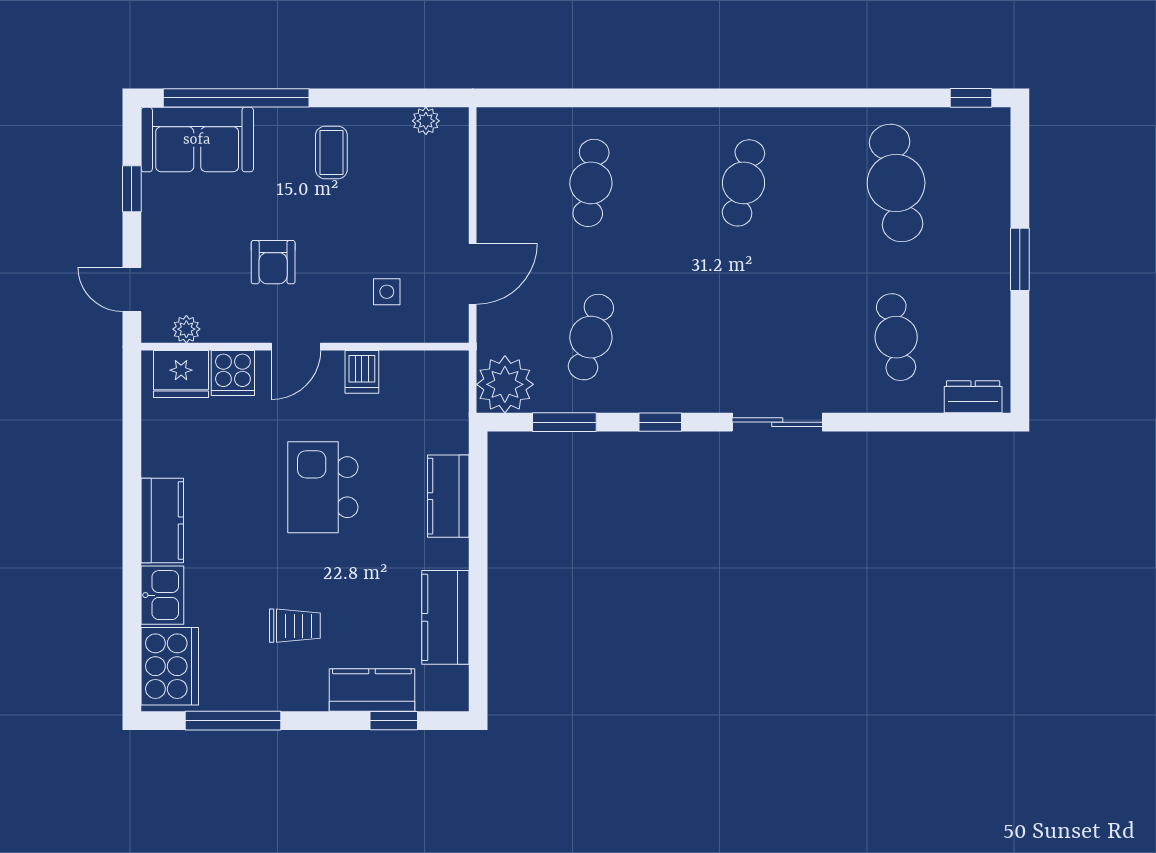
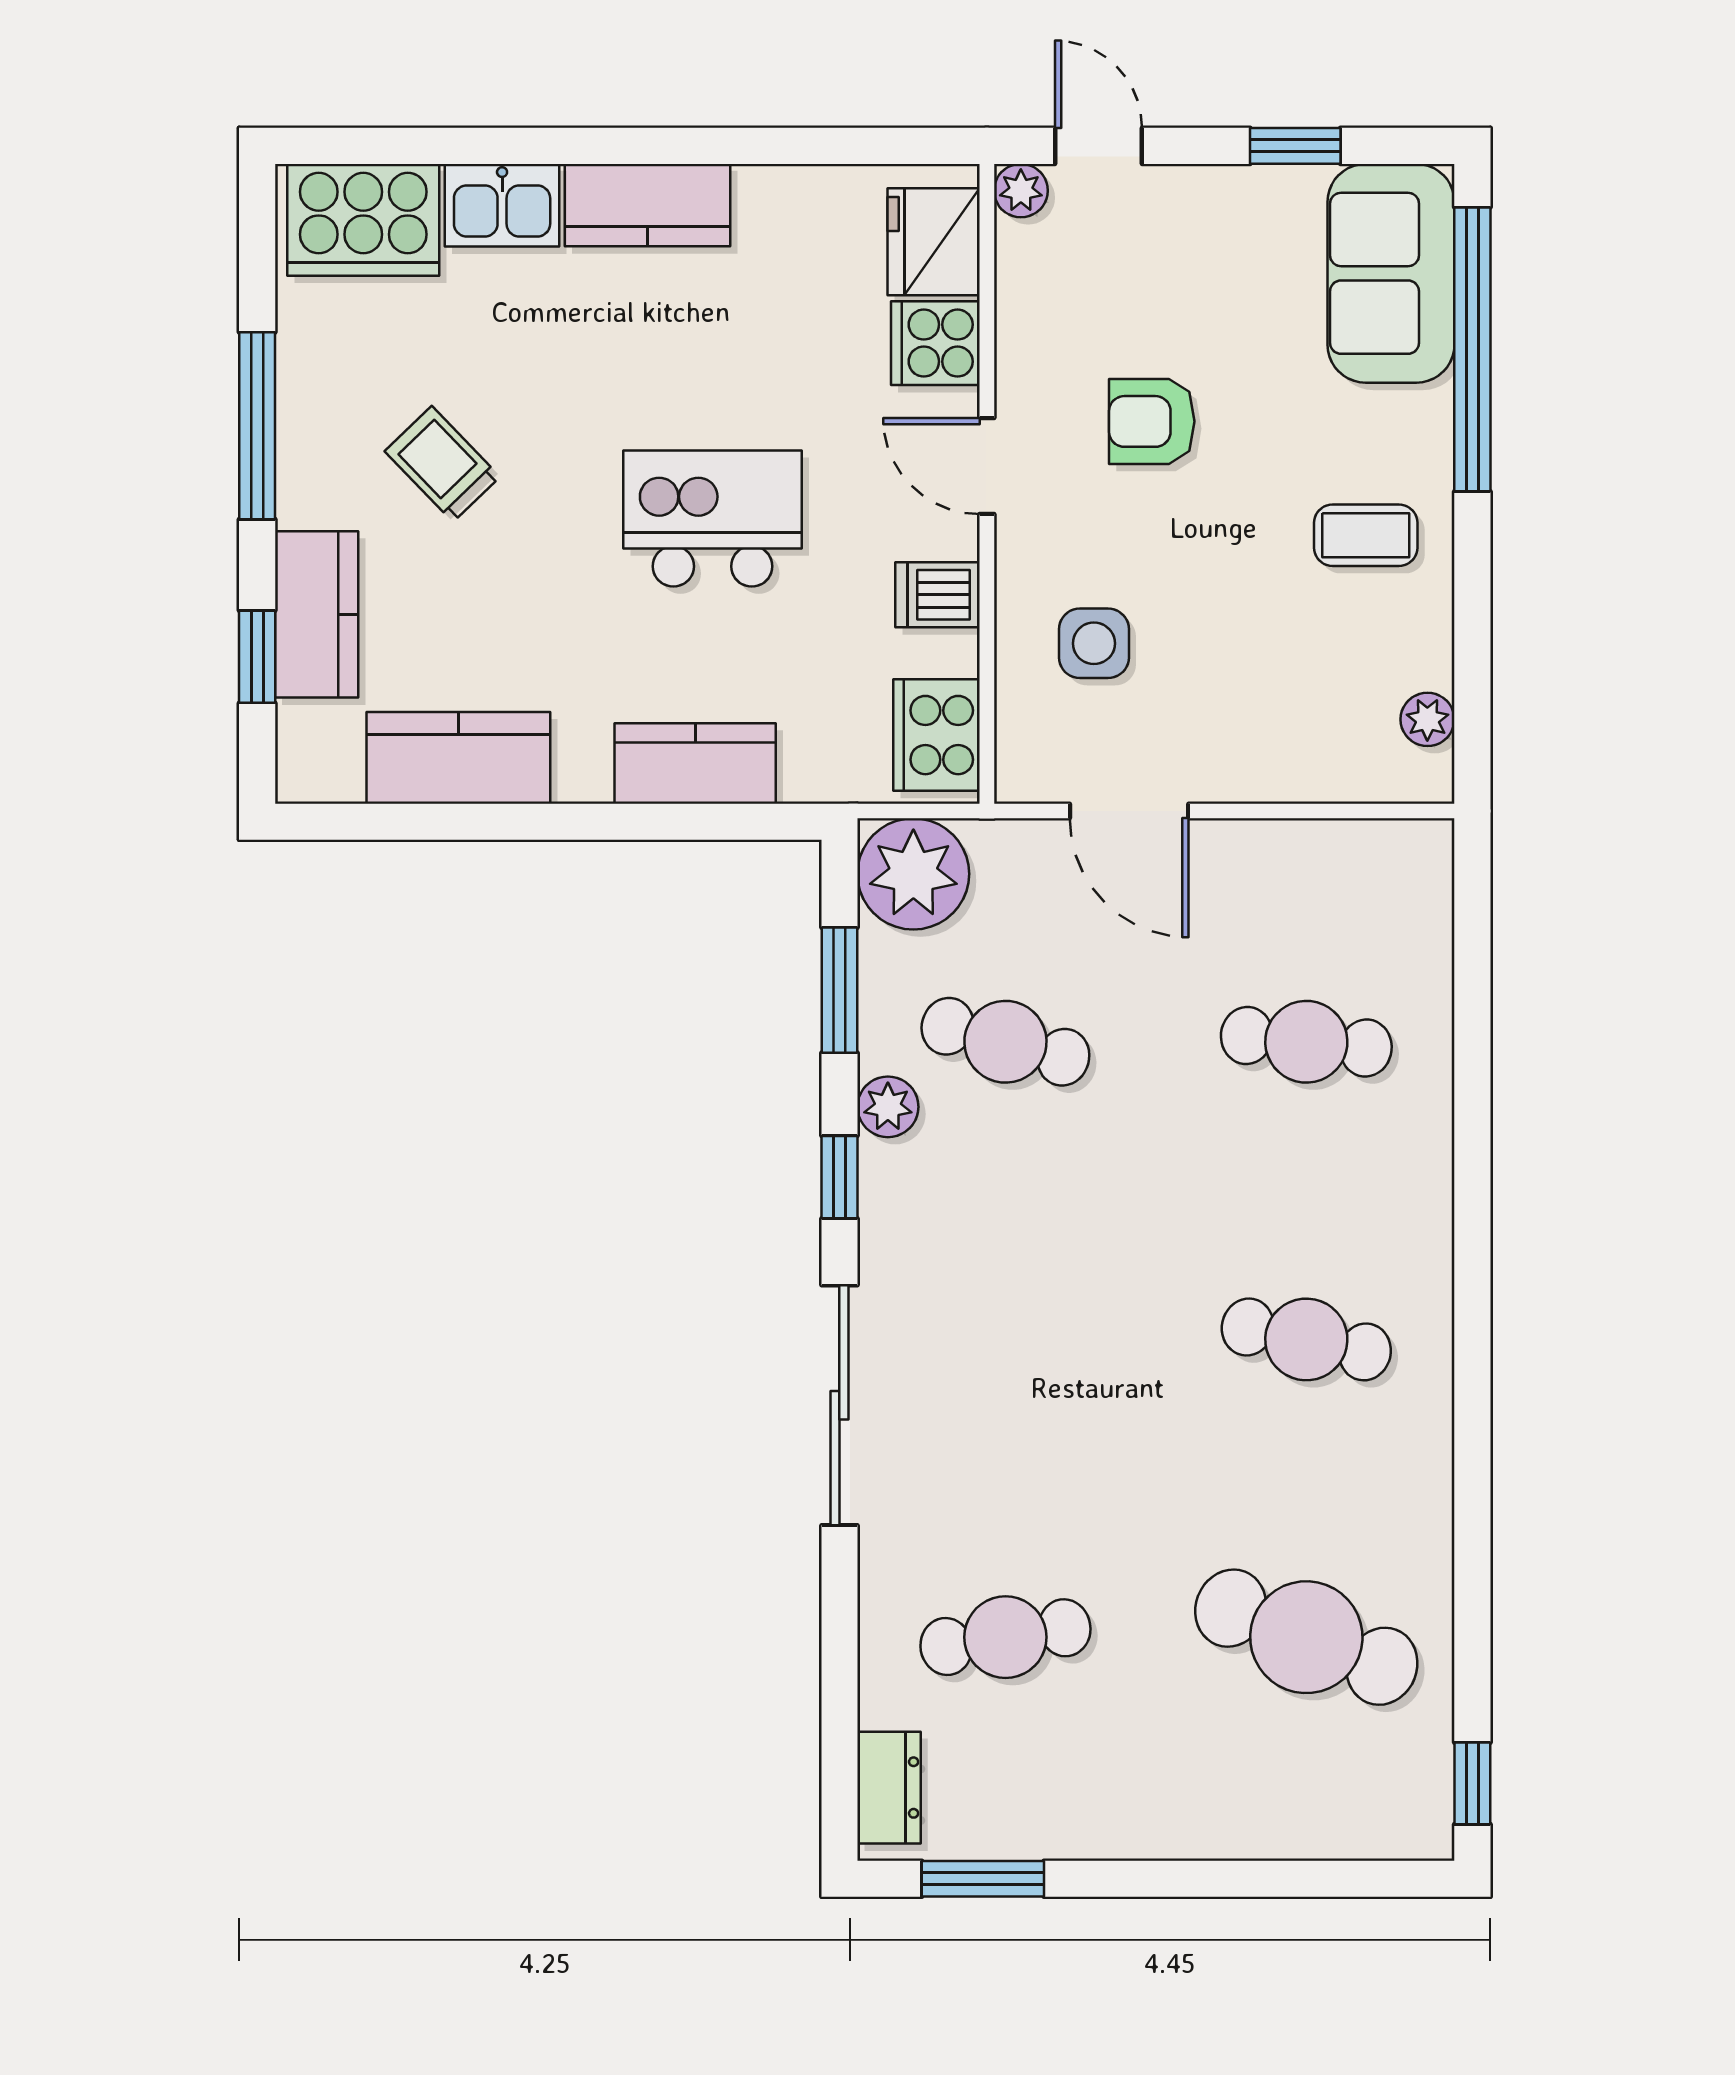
cafe table: (896, 183) -> (1306, 1637), turned 30
window: (1020, 259) -> (983, 1879), moved
door: (132, 289) -> (1098, 146), hinge flipped
side table: (387, 292) -> (1094, 643), width x1.37, depth x1.37
plant: (186, 329) -> (1021, 191), moved
cooker: (434, 372) -> (937, 735), added
plant: (624, 397) -> (888, 1107), added
sliding door: (777, 422) -> (839, 1405), width x1.37
trolley: (295, 626) -> (442, 464), turned 136
window: (233, 721) -> (257, 426), moved

